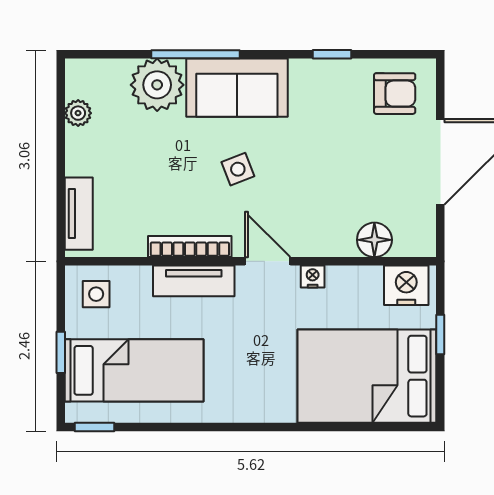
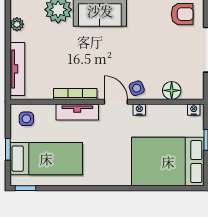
side table: (238, 169) -> (137, 88), moved
tv unit: (79, 214) -> (17, 69), width x1.41
nightstand: (406, 285) -> (194, 110), width x0.53, depth x0.56

